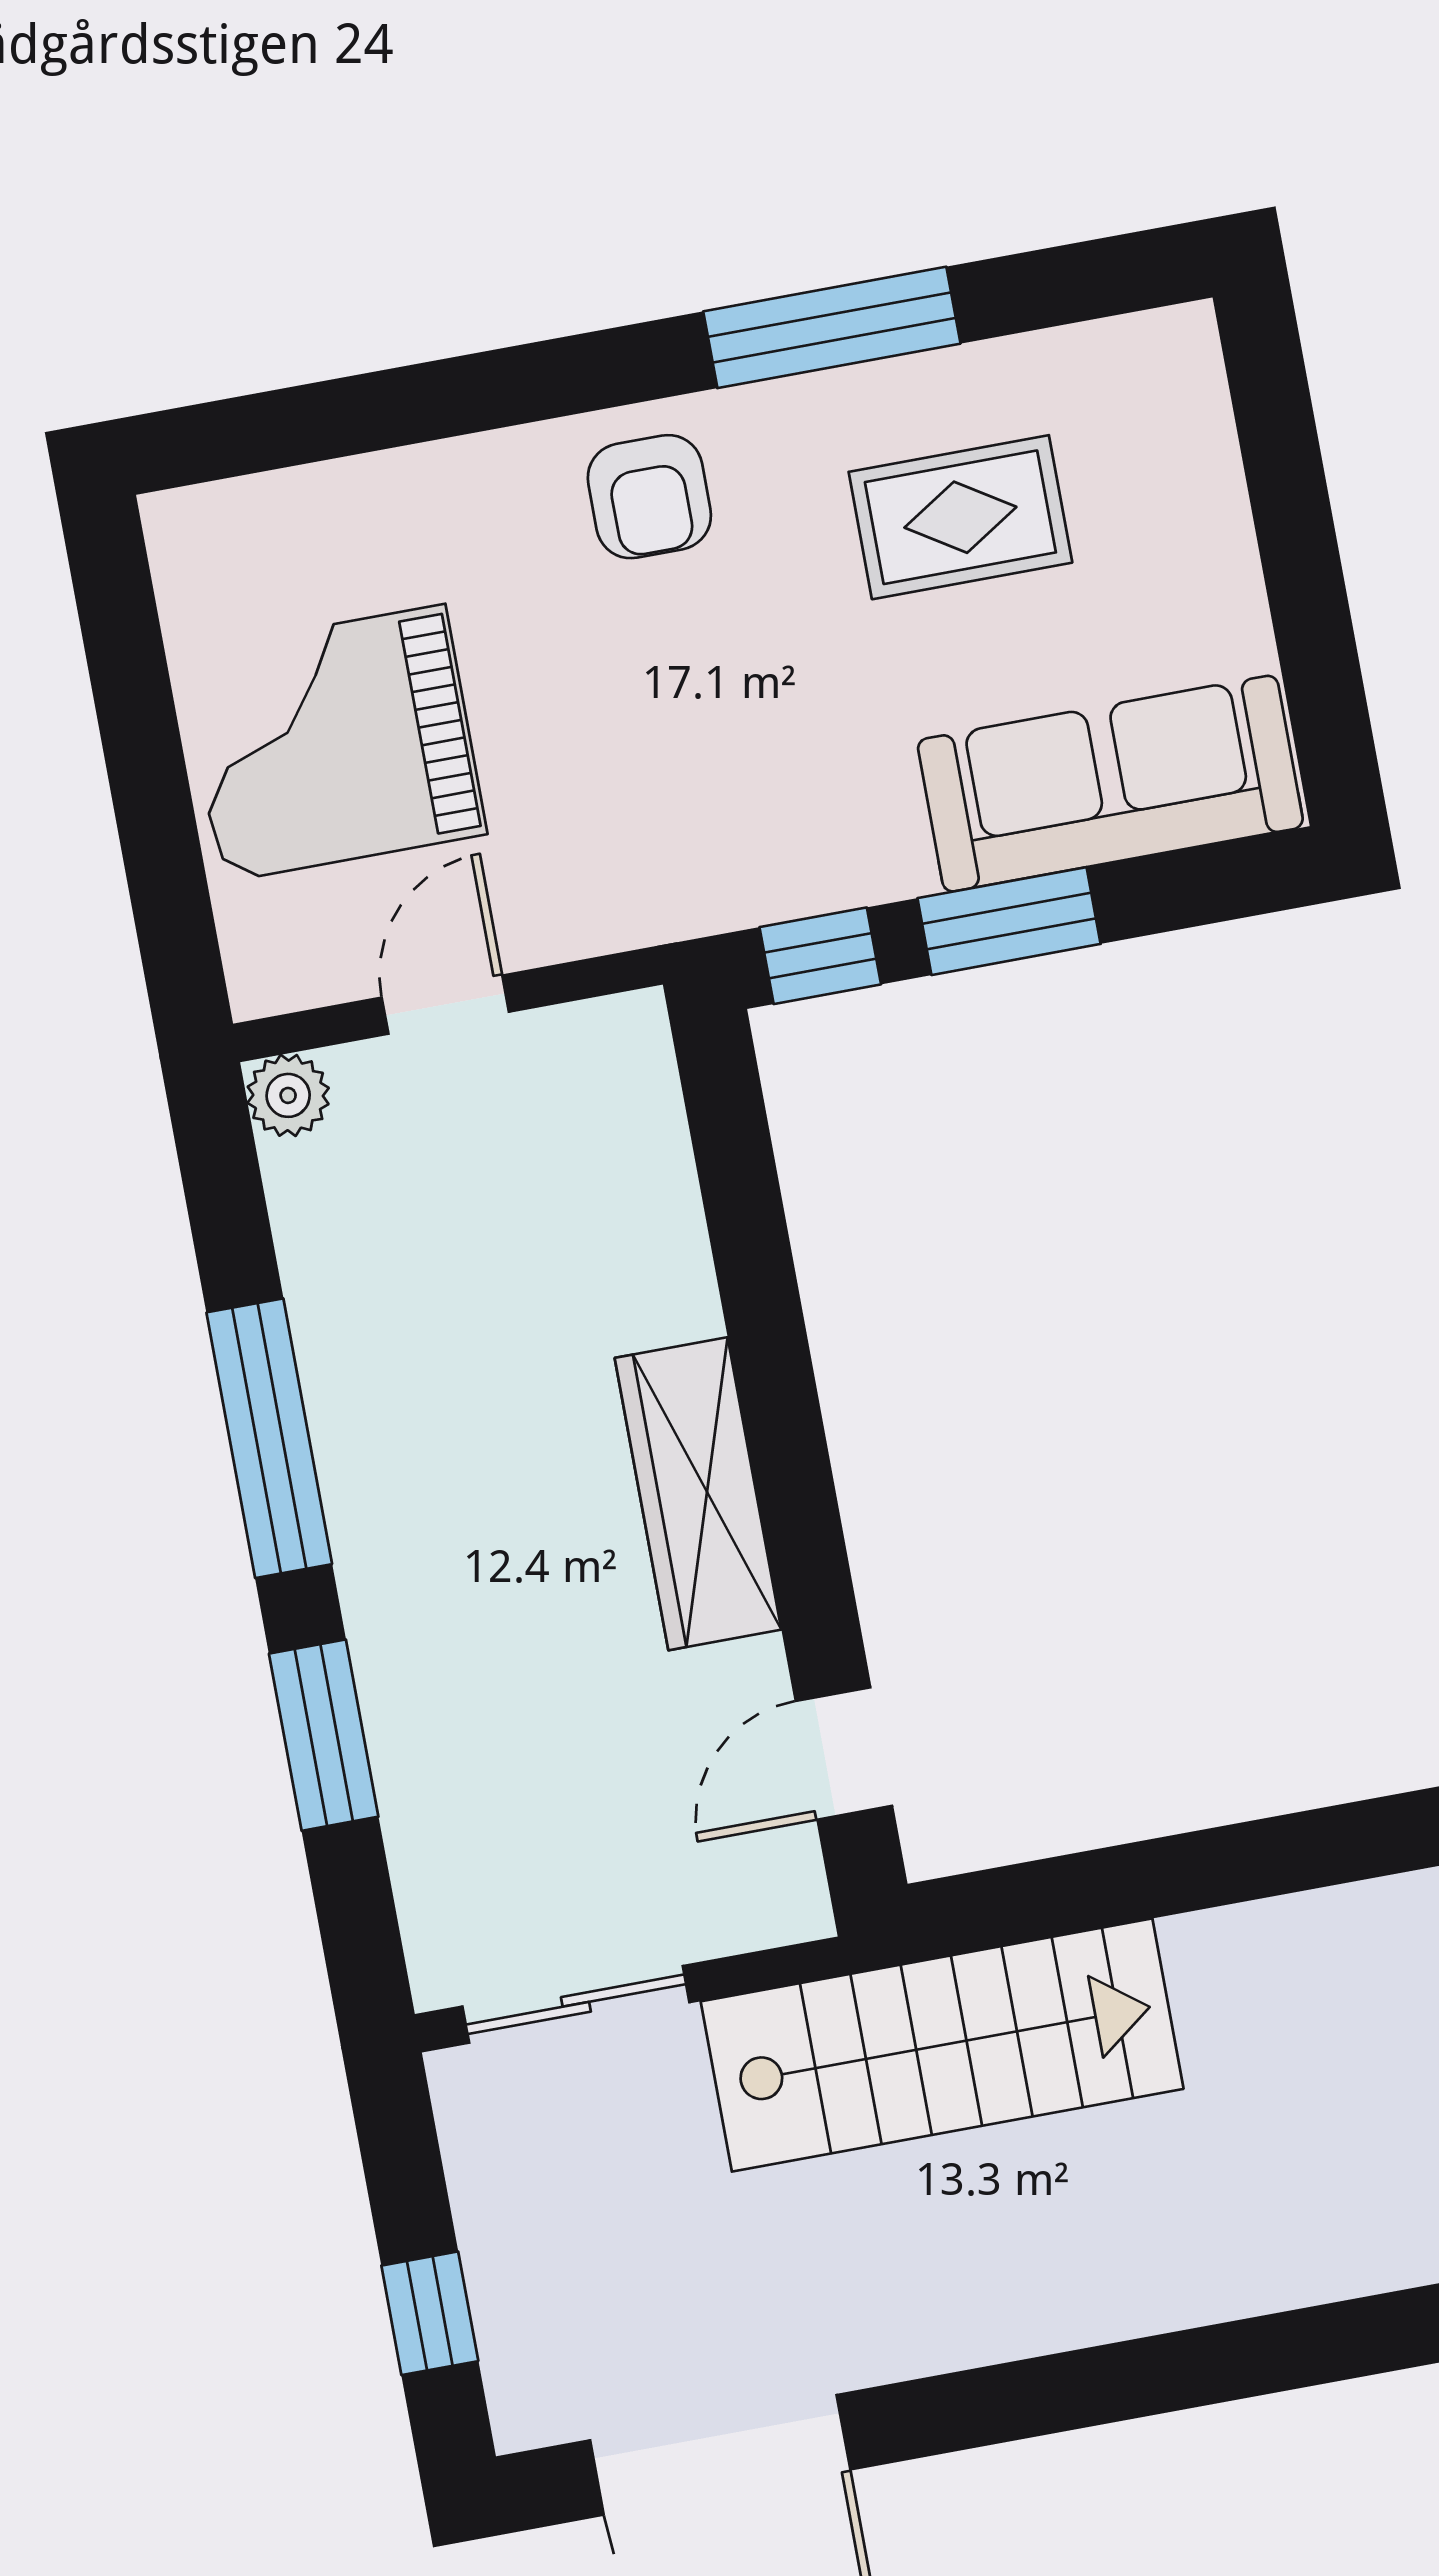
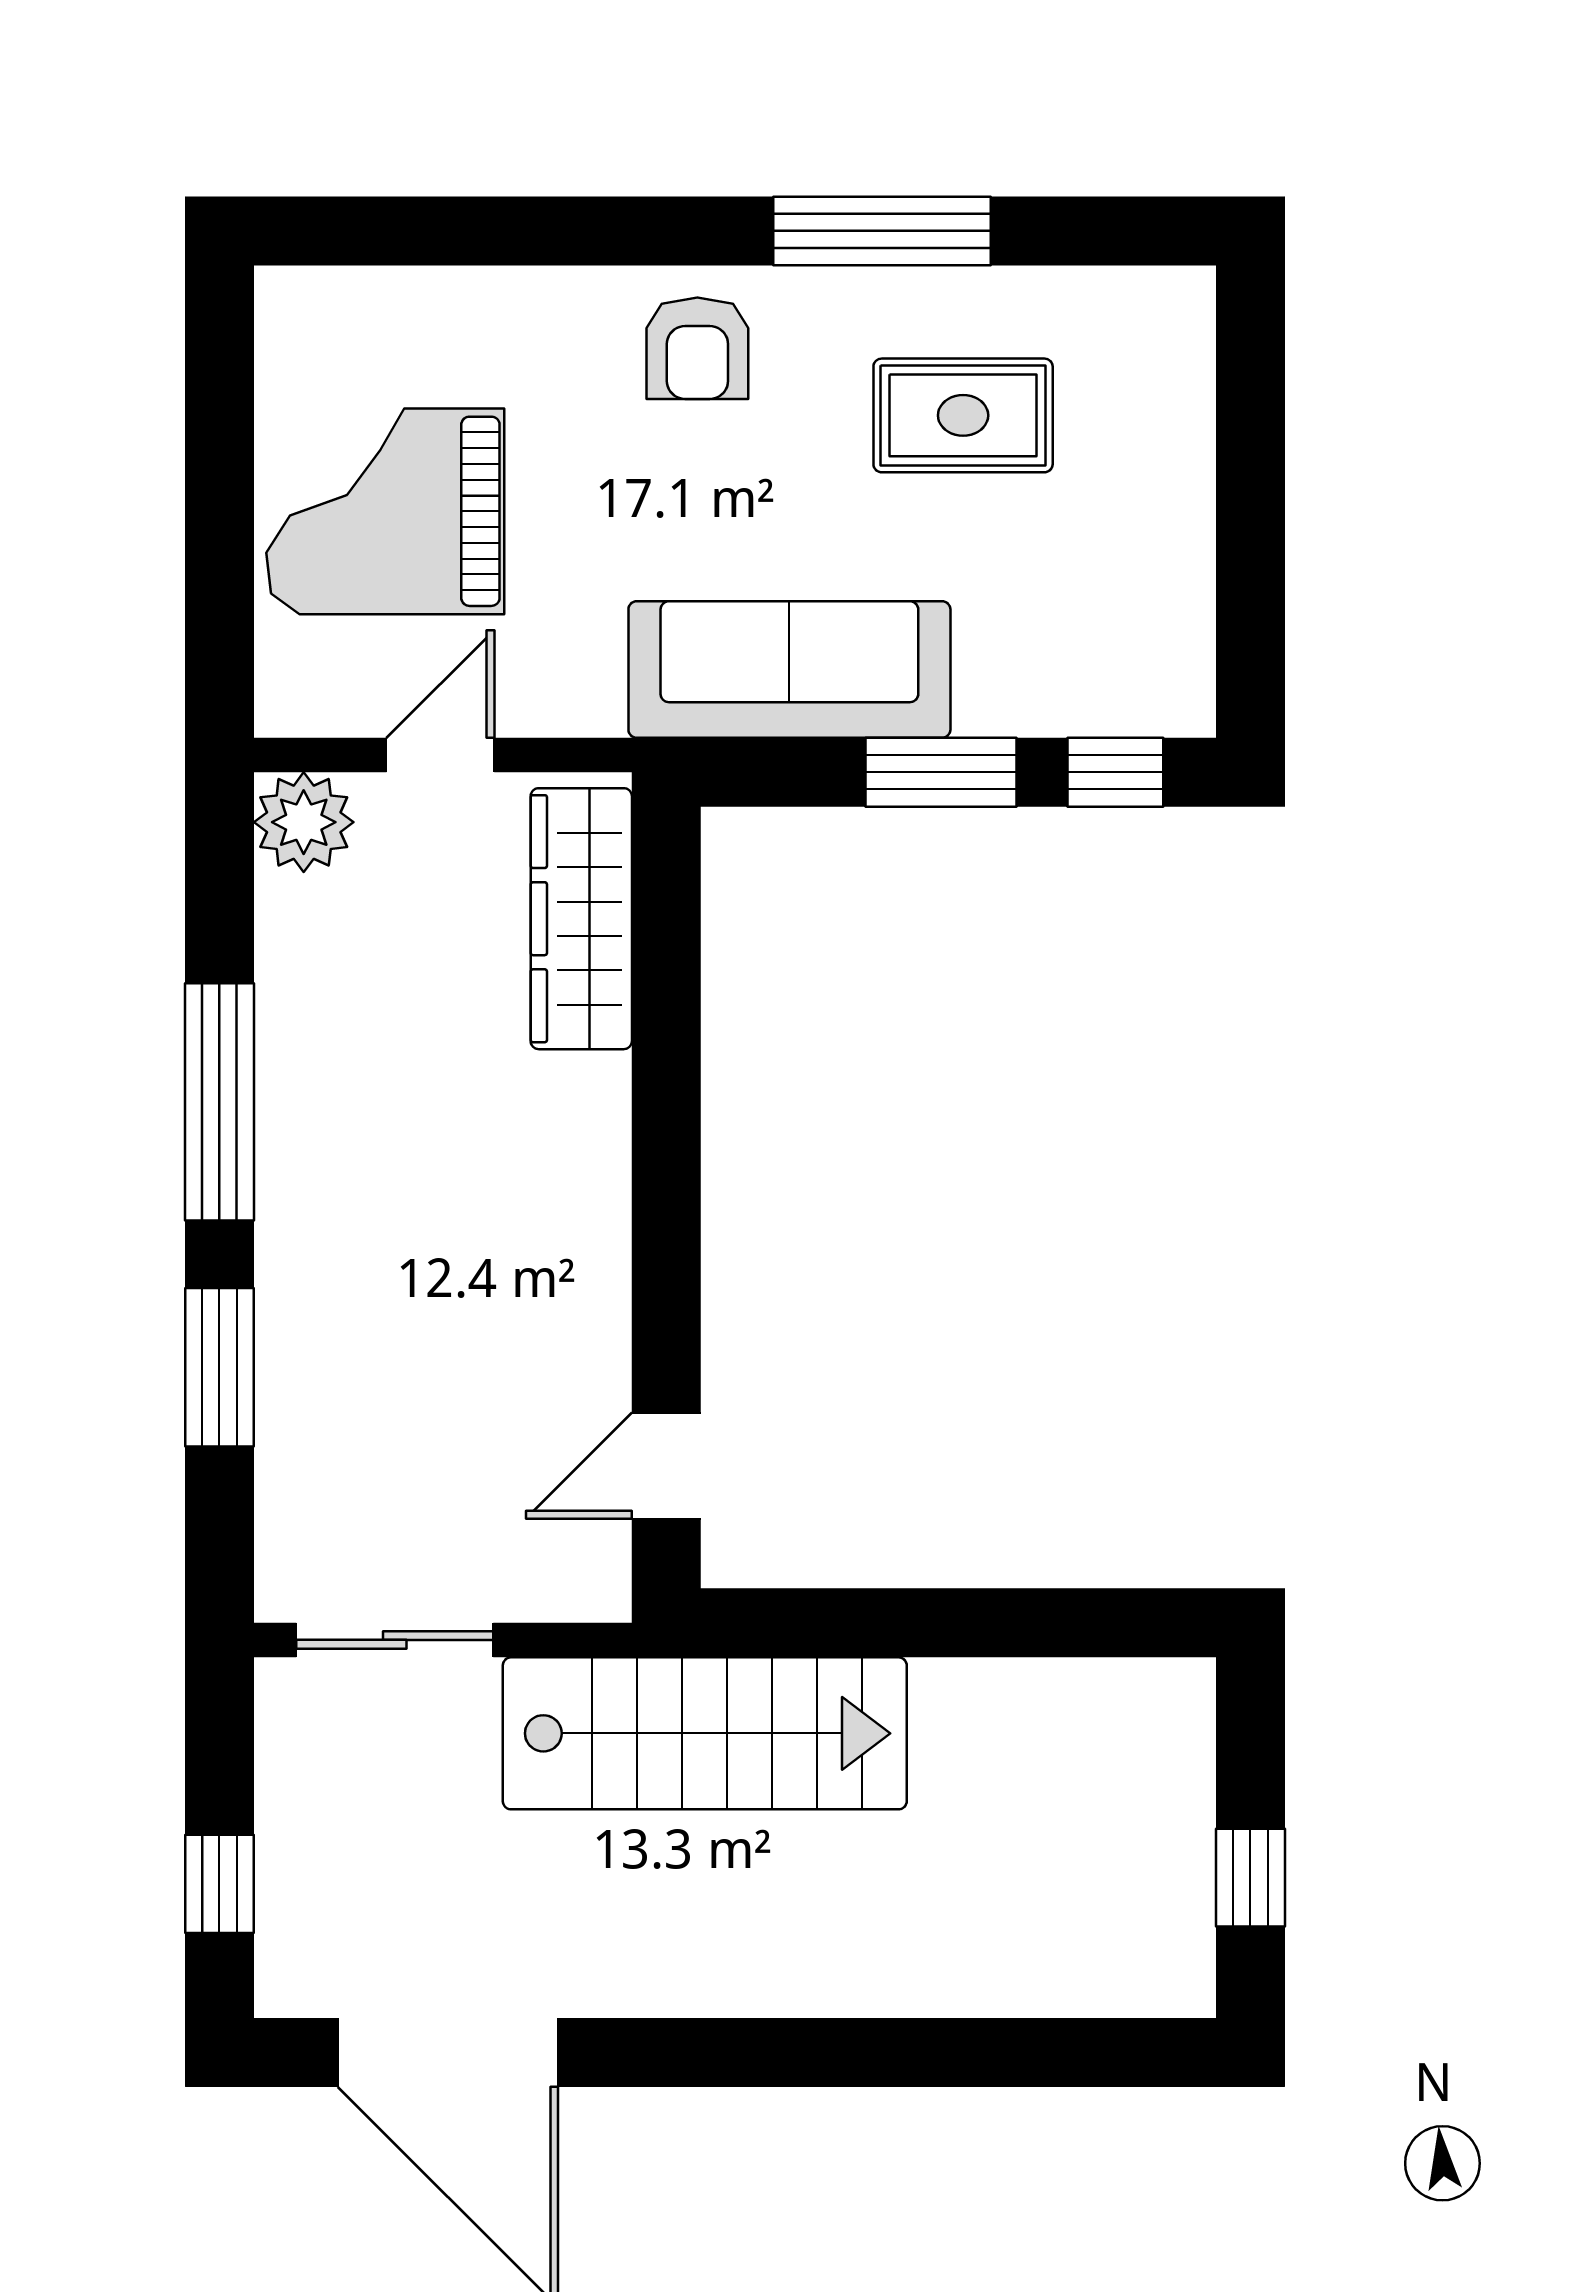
sofa: (1110, 784) -> (789, 669), moved
window: (820, 956) -> (1115, 772), moved
plant: (288, 1095) -> (304, 822), width x1.38, depth x1.38
wardrobe: (698, 1494) -> (581, 919), moved

